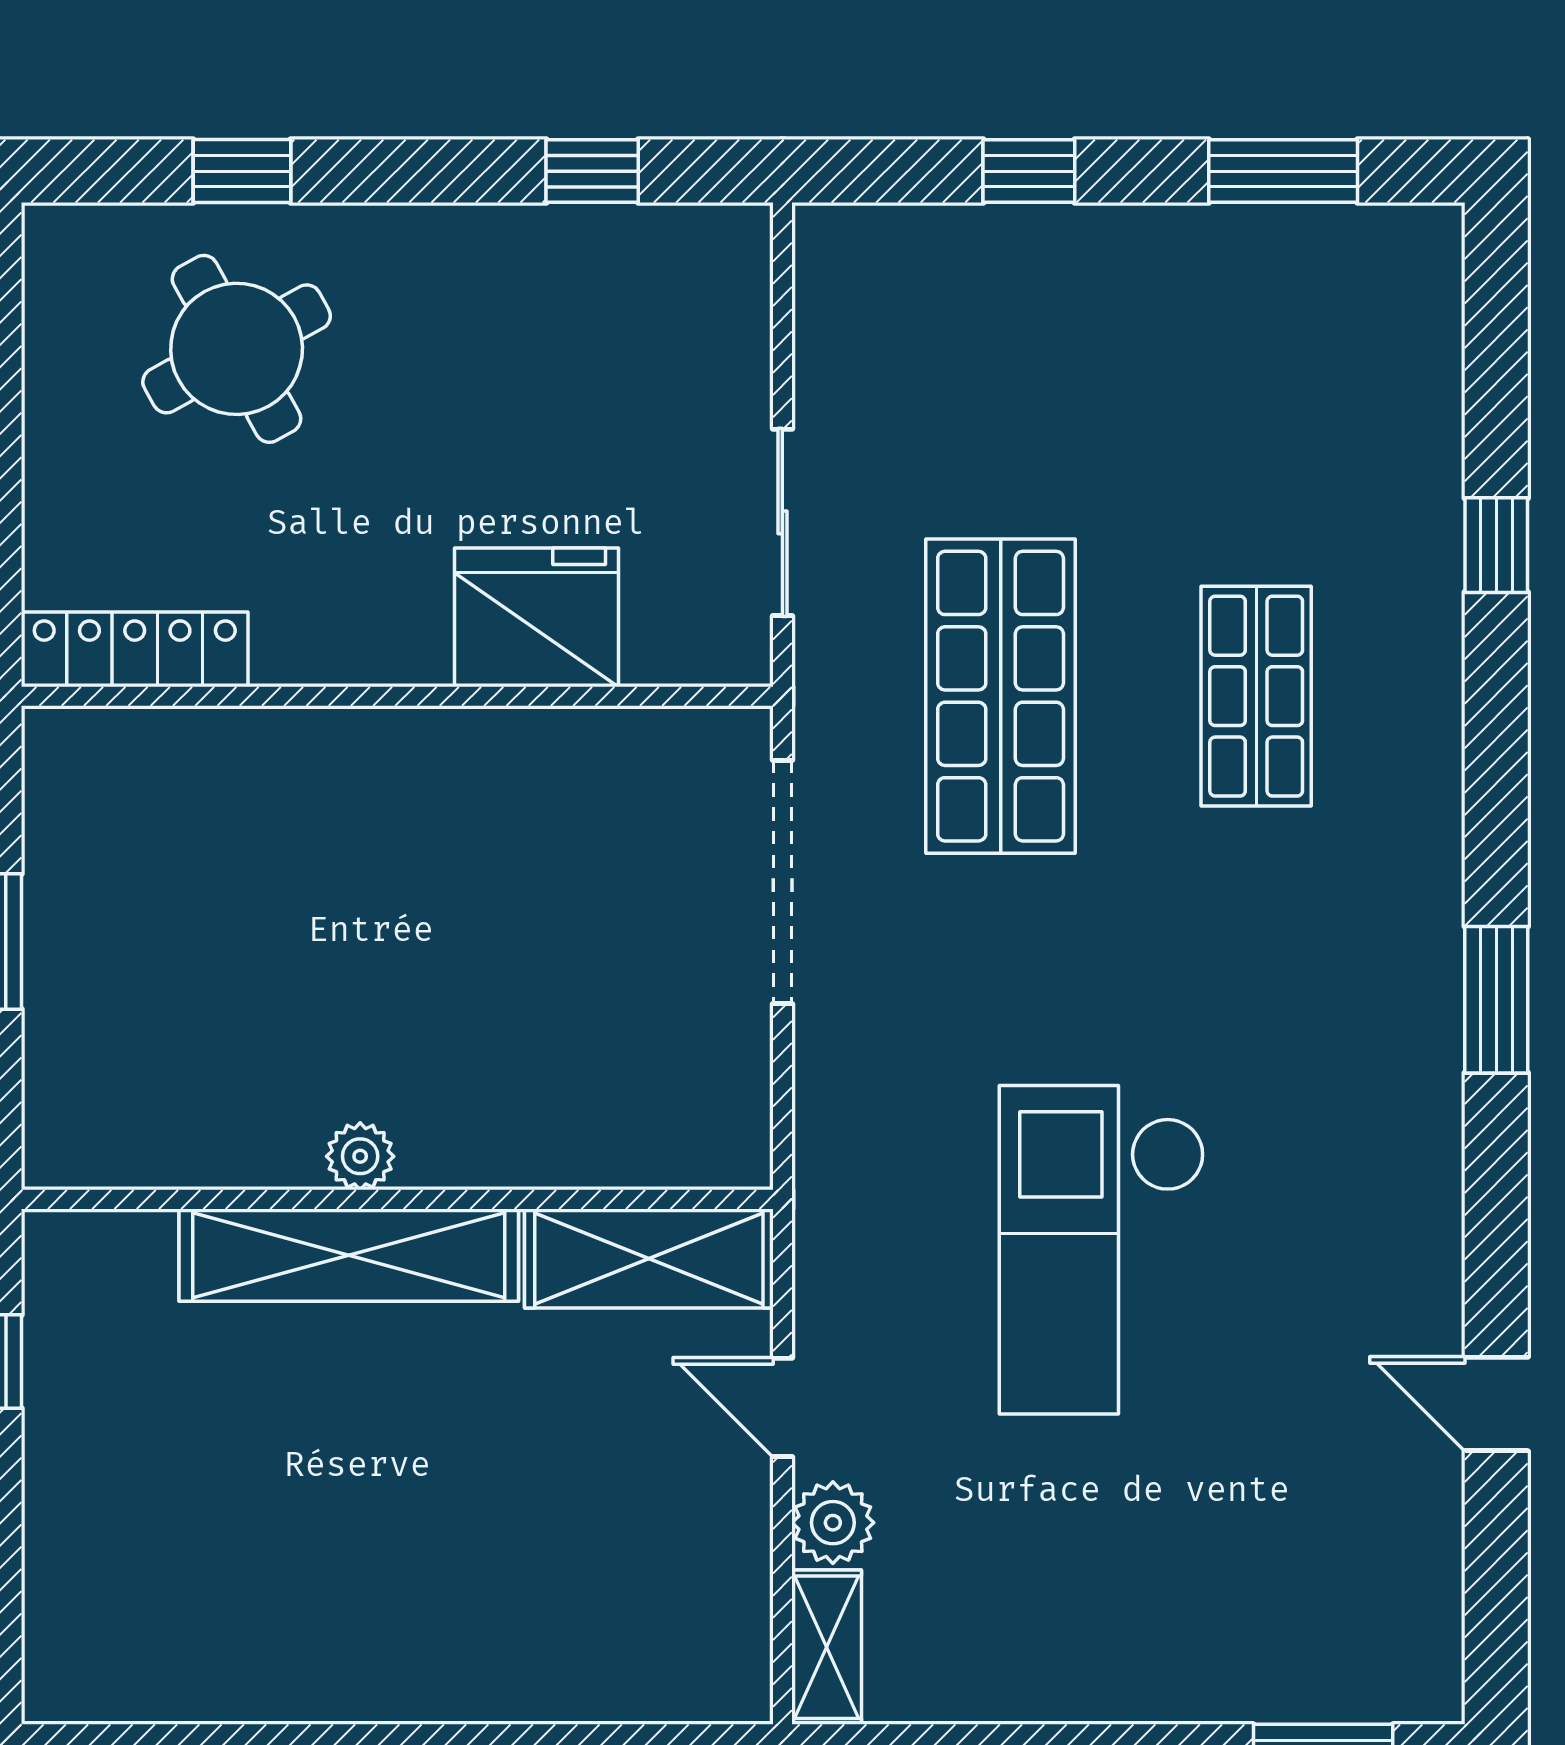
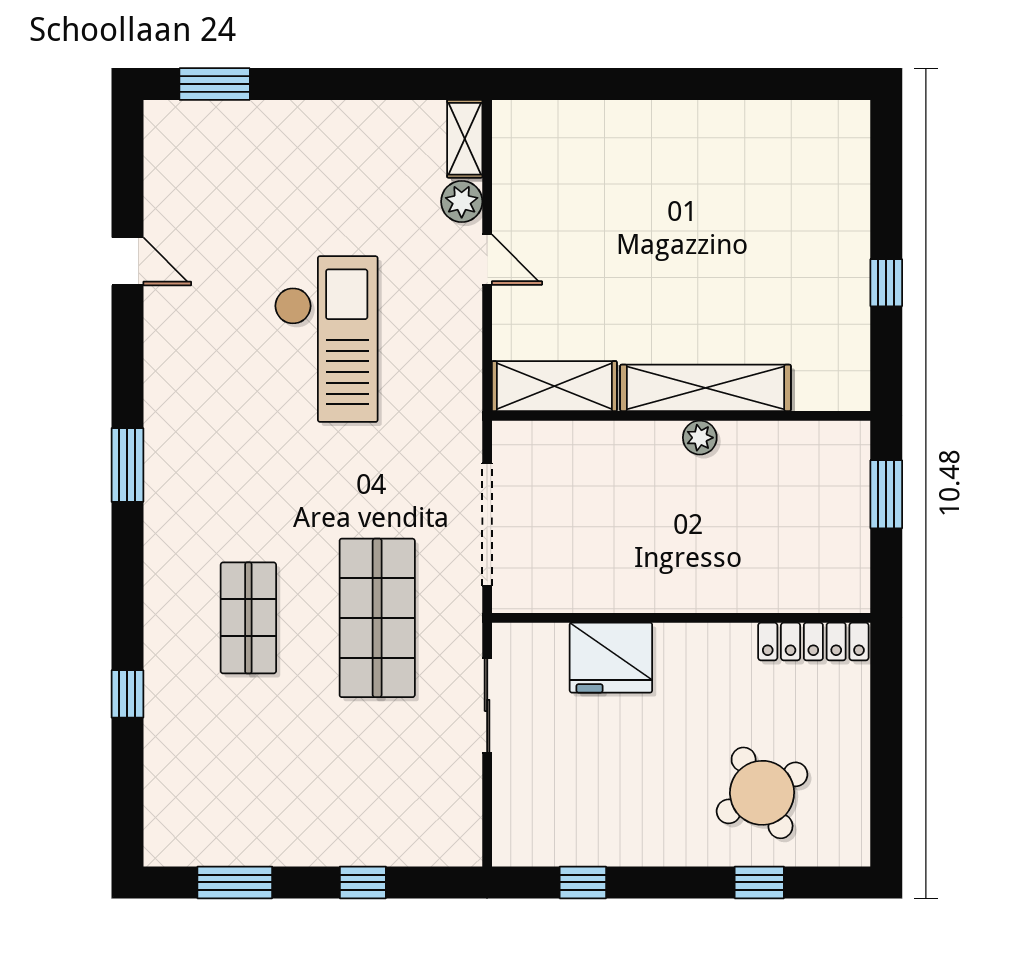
plant: (360, 1156) -> (700, 438), moved
wall: (397, 1199) -> (681, 416), moved
shelving: (349, 1255) -> (706, 388), moved
shelving: (649, 1258) -> (554, 386), moved

